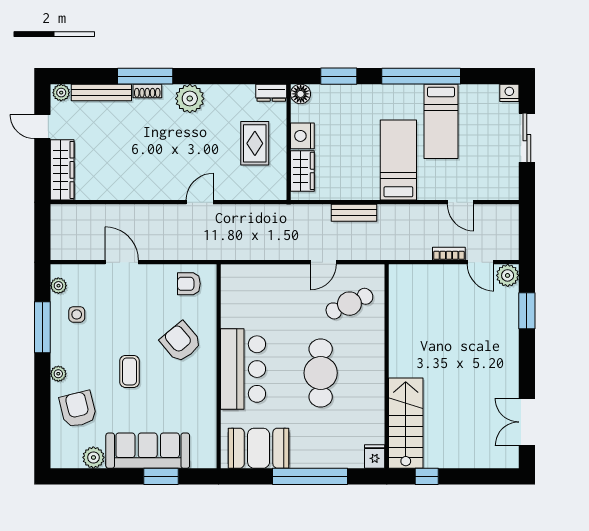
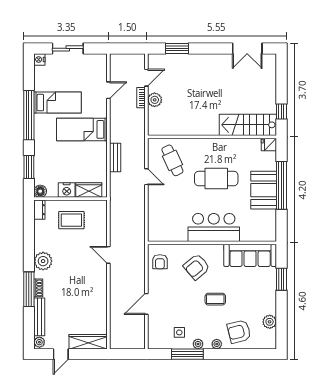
plant: (508, 275) -> (155, 100), moved
plant: (58, 286) -> (198, 344), moved
booth: (259, 448) -> (264, 190), moved
sofa: (148, 451) -> (250, 255), moved, turned -90

